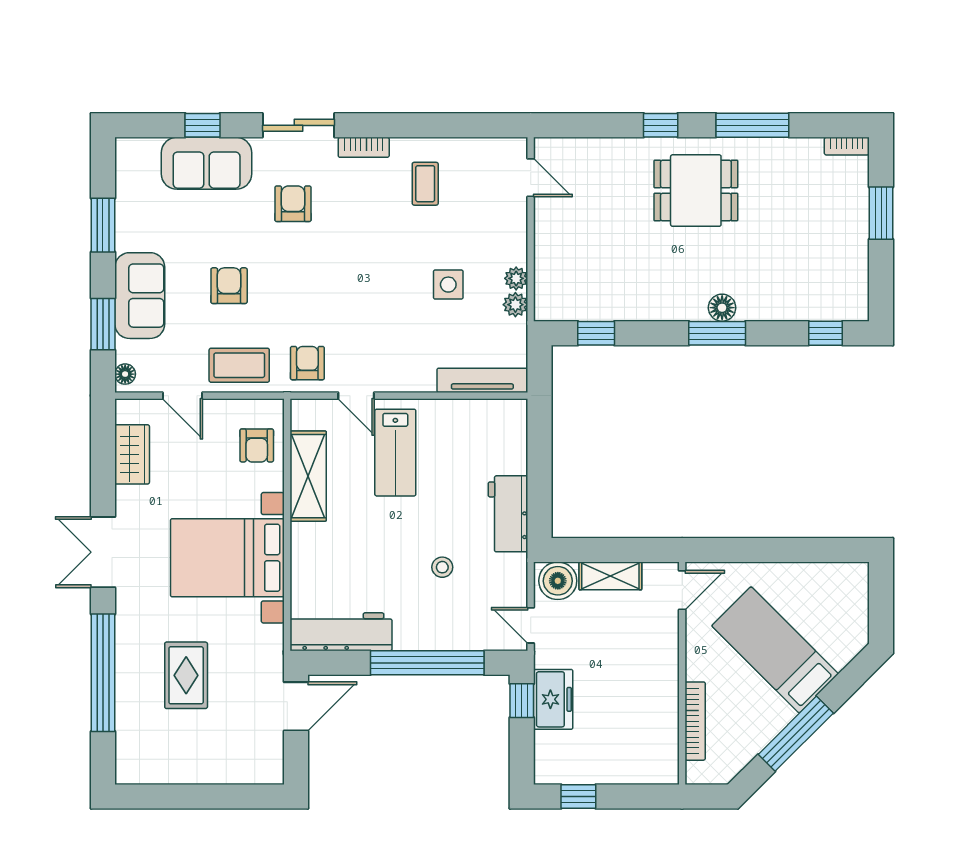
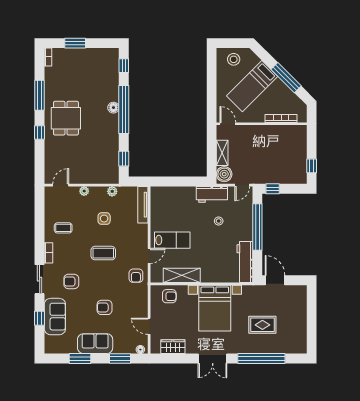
plant: (516, 278) -> (84, 191), moved
sofa: (140, 296) -> (95, 344), moved
window: (717, 333) -> (124, 110), width x2.11
armchair: (307, 363) -> (136, 276), turned -90
coffee table: (239, 365) -> (103, 253), moved, turned 90
door: (183, 396) -> (149, 326), swing flipped
workbench: (508, 514) -> (212, 194), moved
stool: (841, 604) -> (234, 59), added
freezer: (553, 699) -> (272, 176), removed

